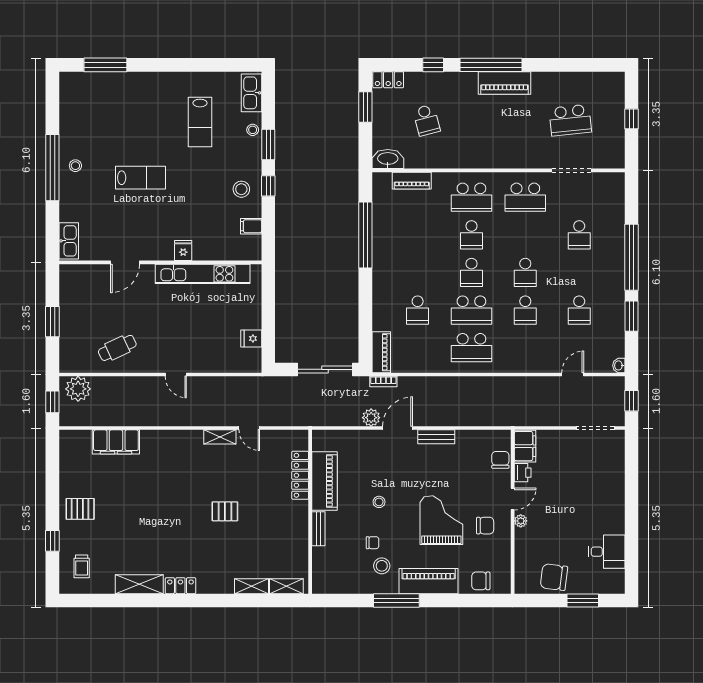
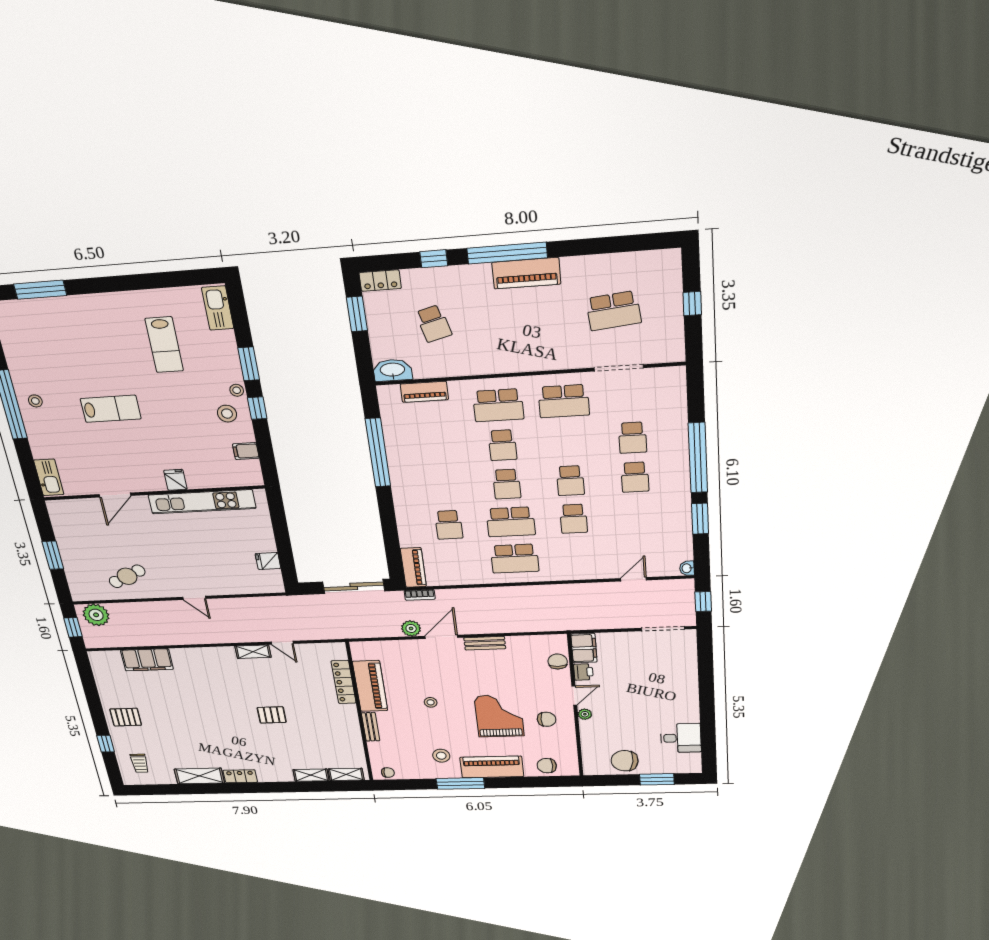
stool: (253, 130) -> (237, 390), moved
school desk: (579, 310) -> (635, 477), moved
chair: (373, 543) -> (388, 773), moved

